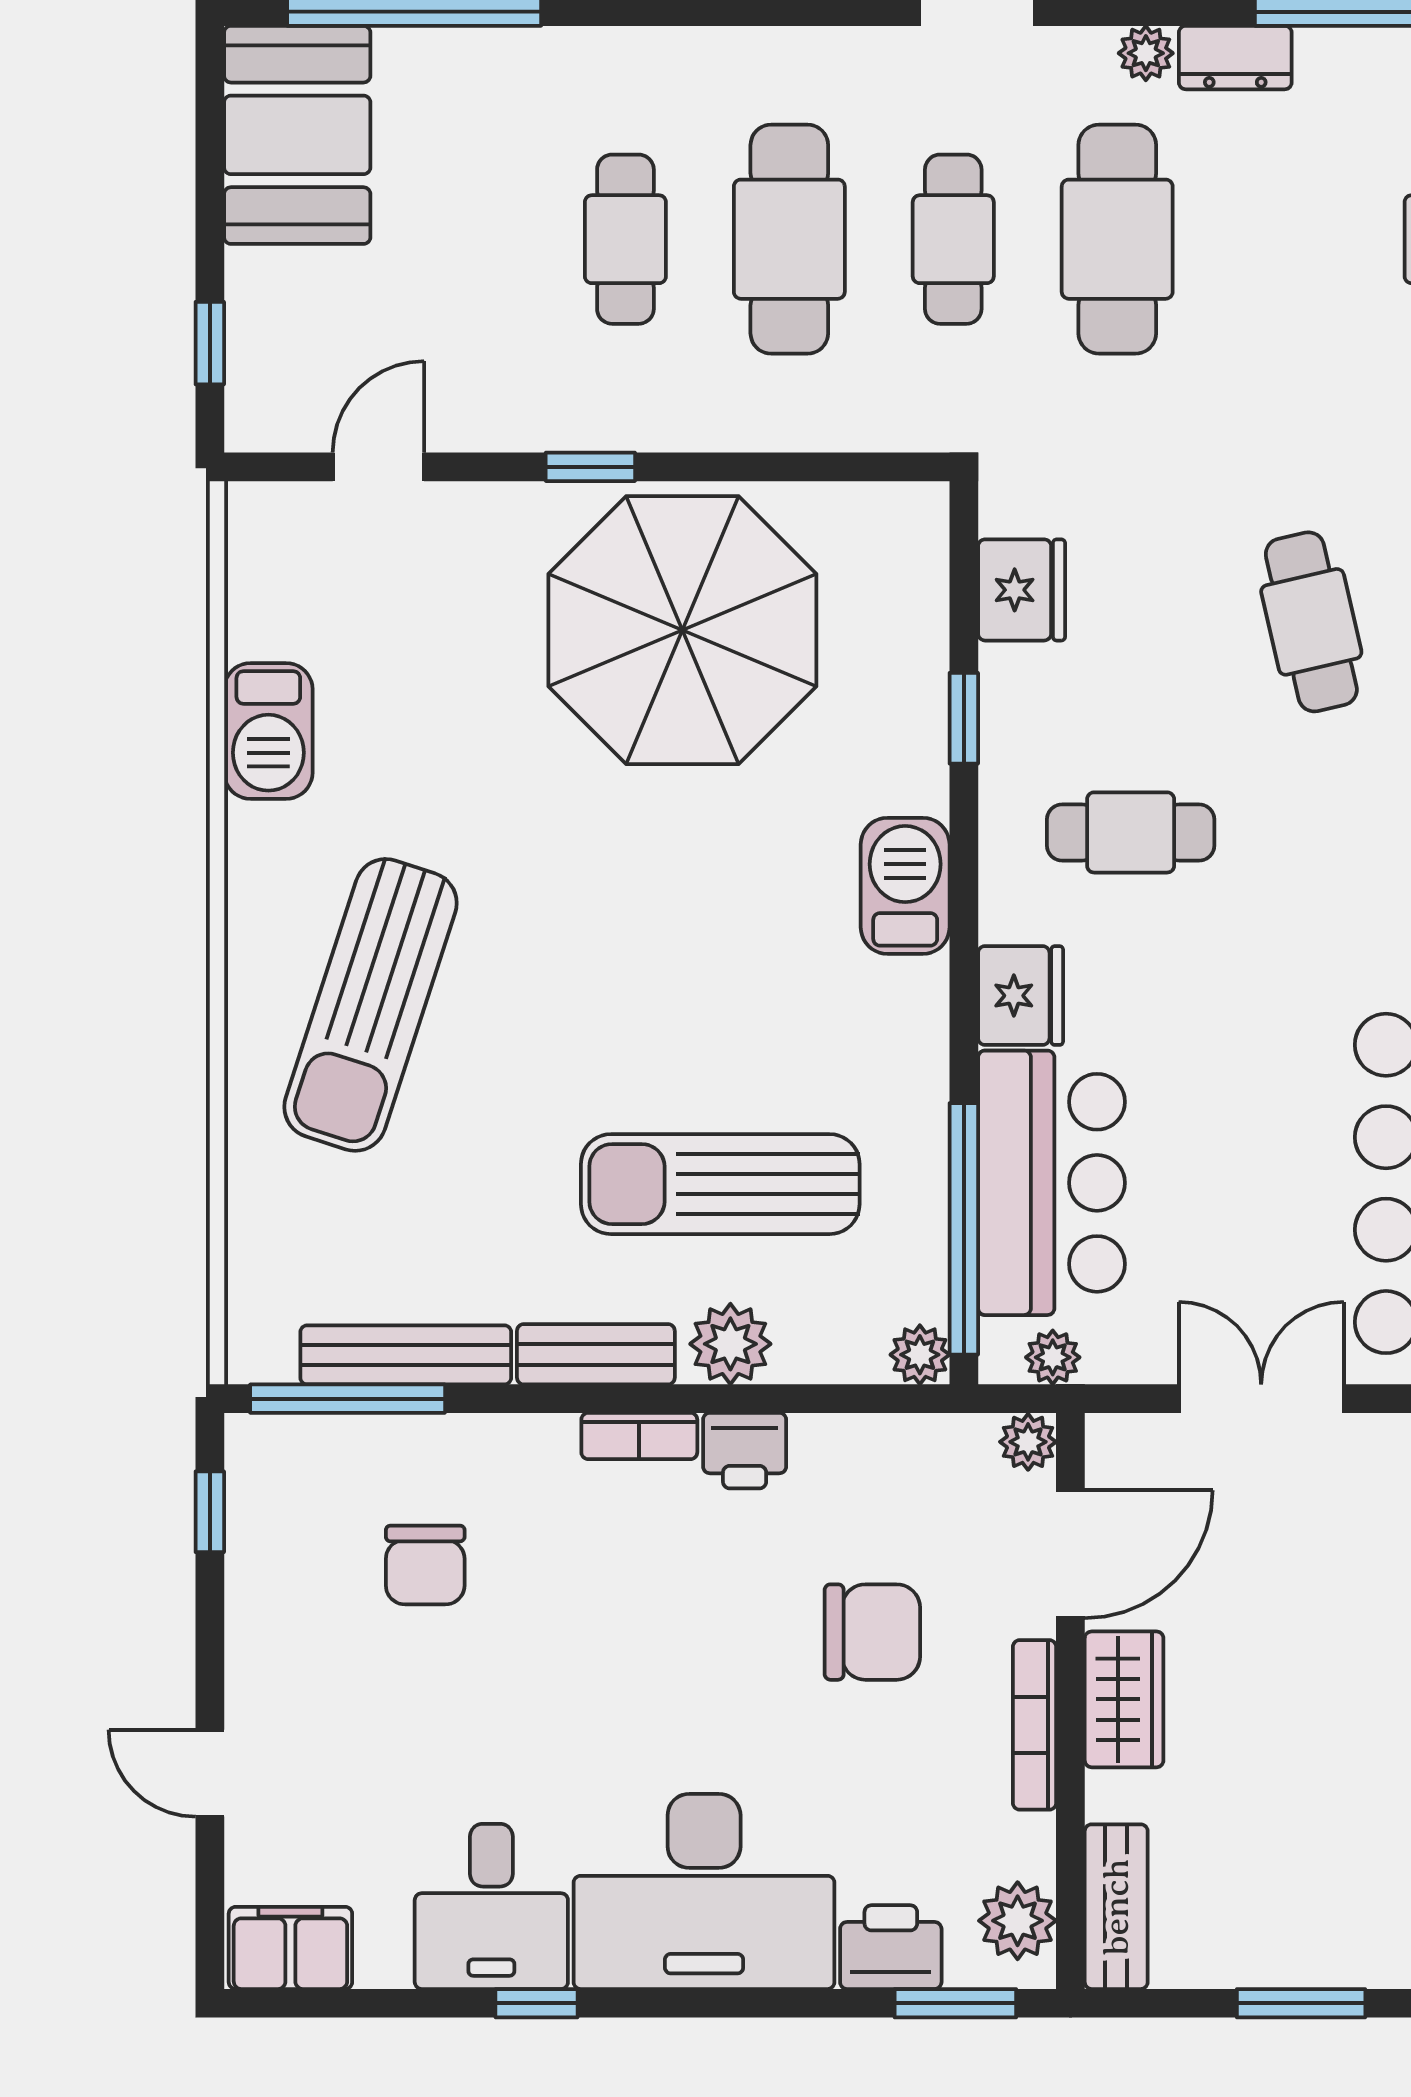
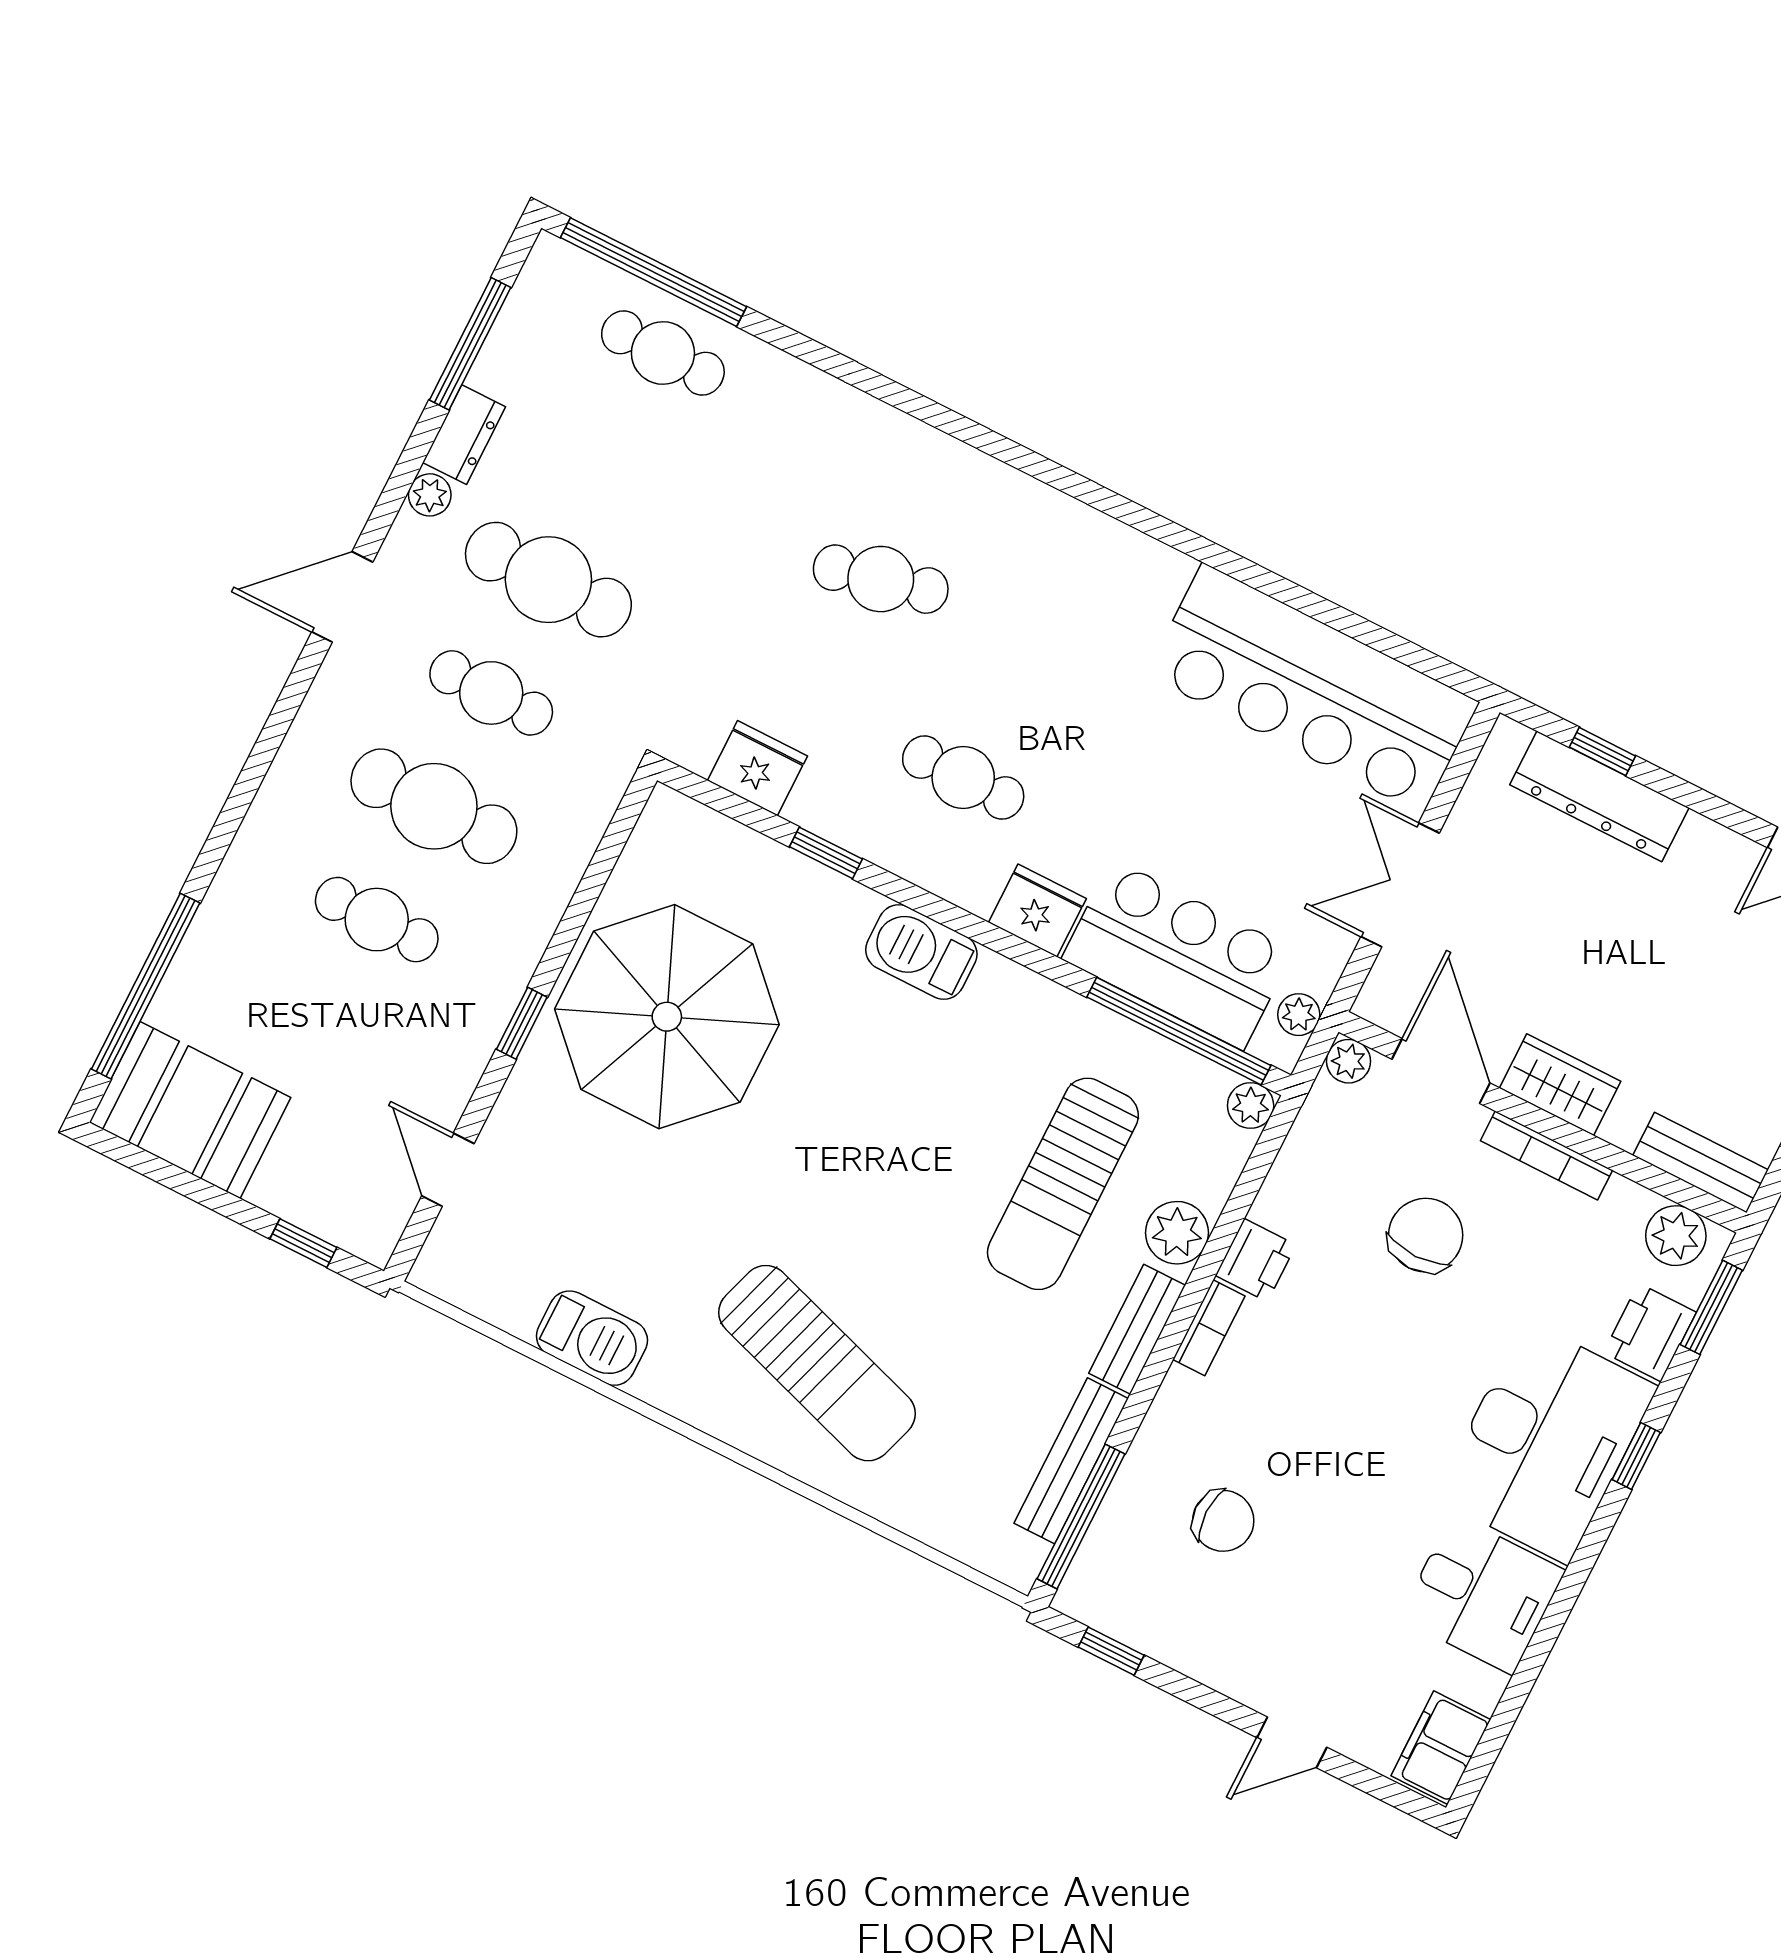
cafe table: (1131, 832) -> (963, 777), turned 90
window: (536, 2003) -> (1636, 1456), moved

